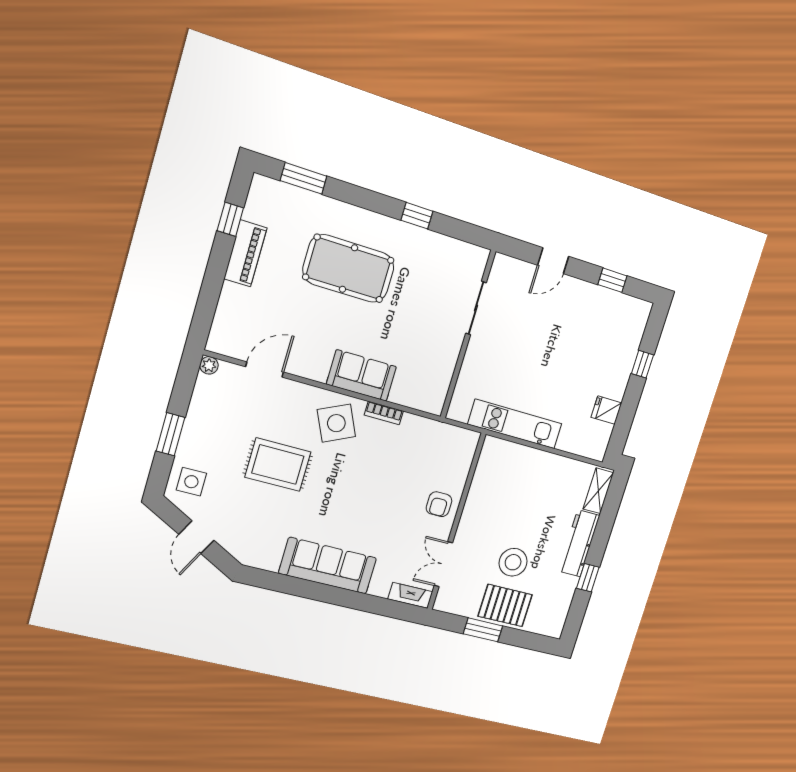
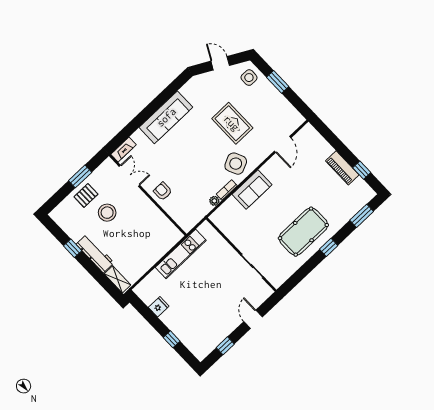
window: (417, 216) -> (329, 247), moved
pool table: (348, 269) -> (303, 232), moved
plant: (209, 365) -> (214, 201), moved
rug: (278, 465) -> (232, 123), turned 90
pallet: (505, 605) -> (86, 195), width x0.67, depth x0.71

